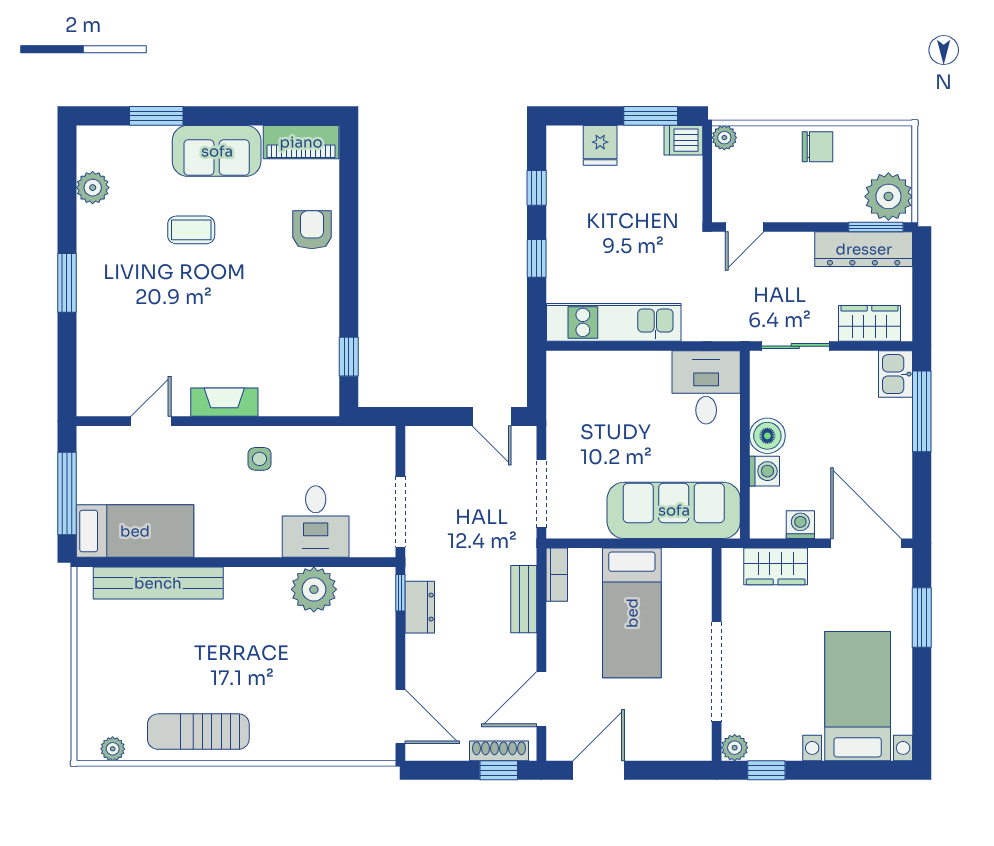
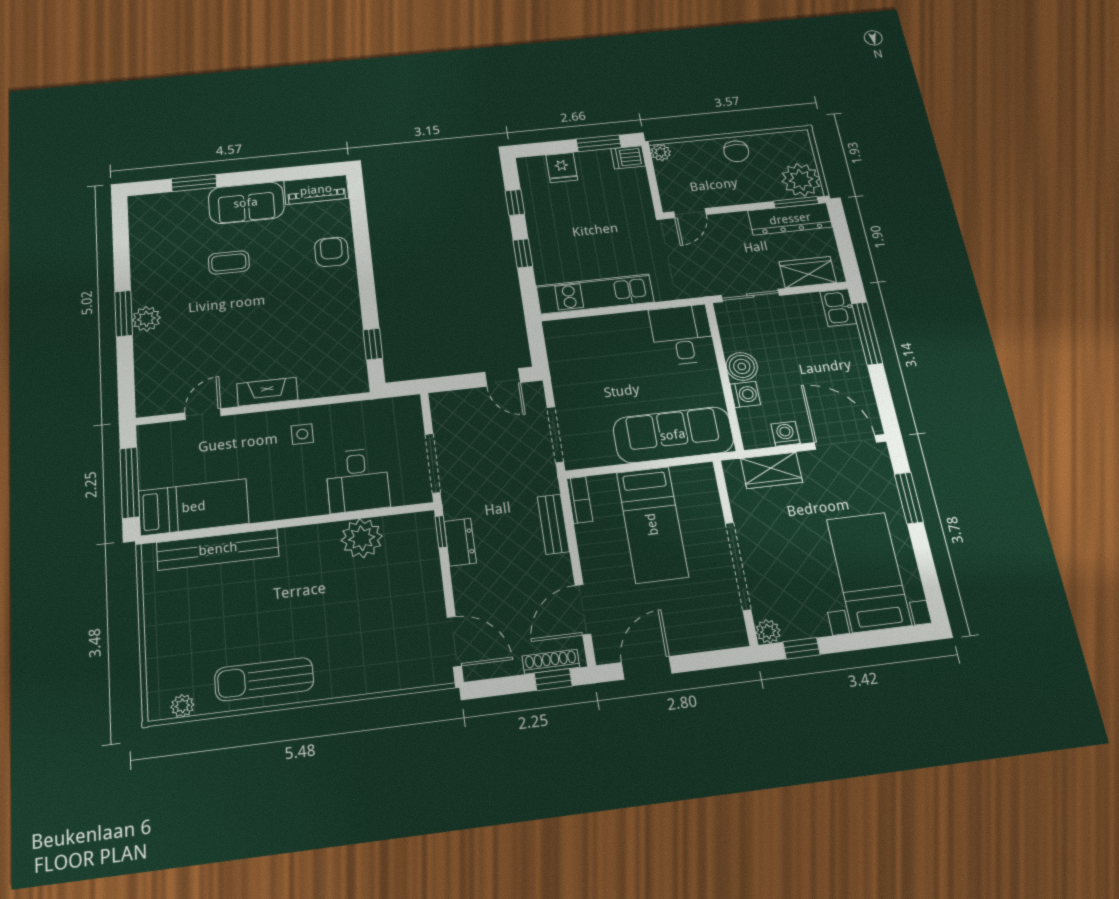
chair: (817, 147) -> (736, 151), turned 90
plant: (93, 188) -> (146, 319), moved

